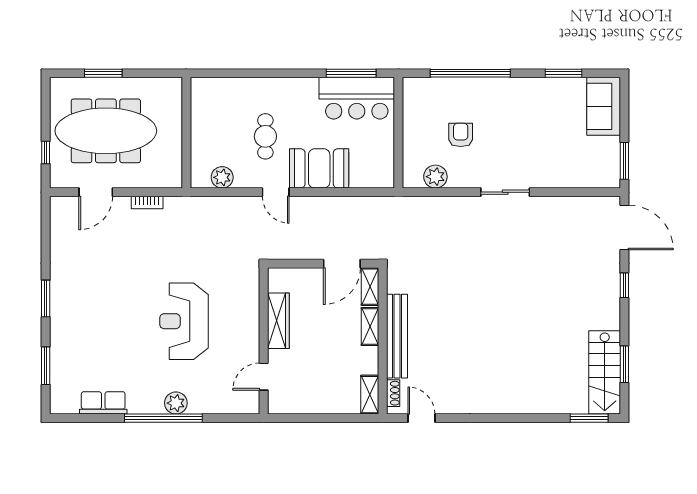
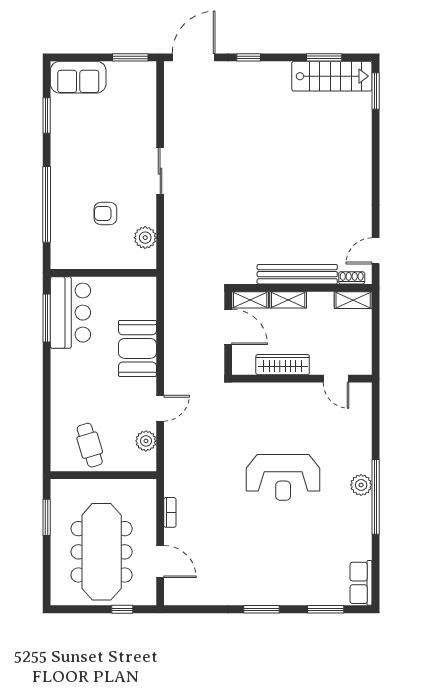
window: (103, 73) -> (47, 517), moved
cafe table: (265, 136) -> (90, 445), moved, turned 73
door: (276, 192) -> (160, 408), moved
wardrobe: (278, 321) -> (283, 365), moved
wall: (264, 341) -> (302, 379), moved
door: (264, 377) -> (336, 379), moved
row of seats: (103, 403) -> (361, 583), moved

